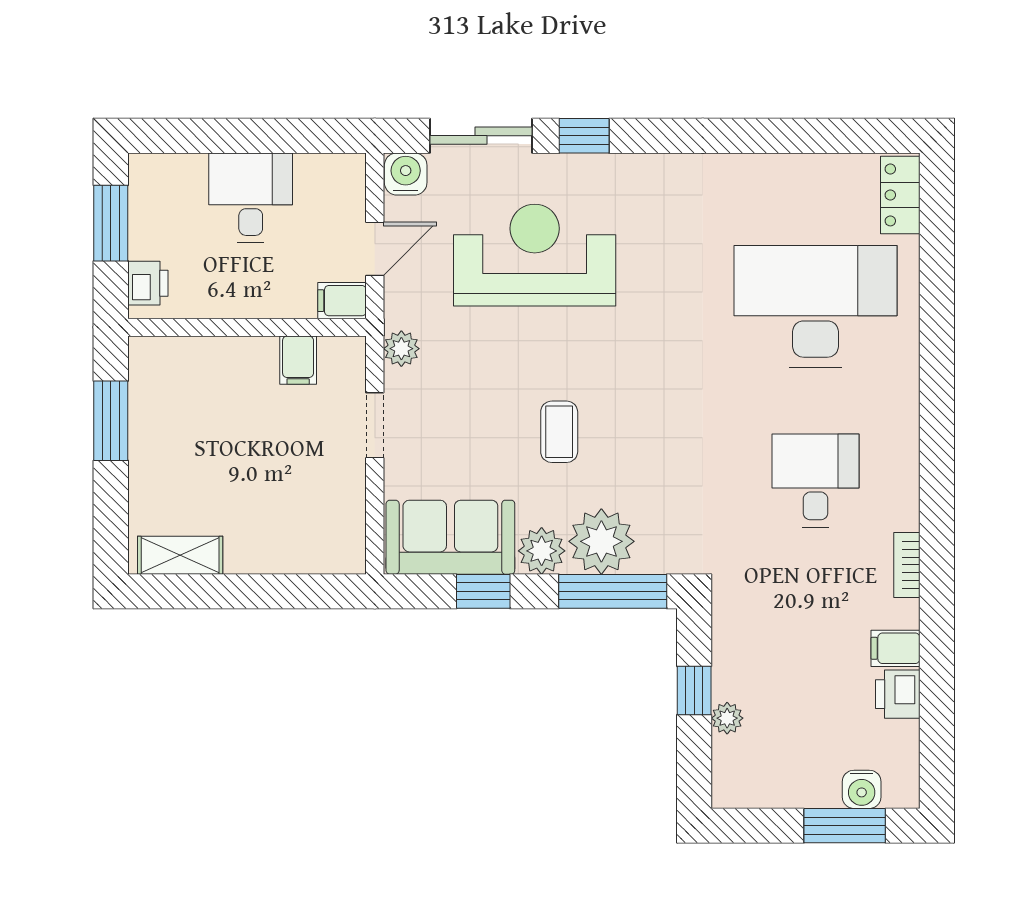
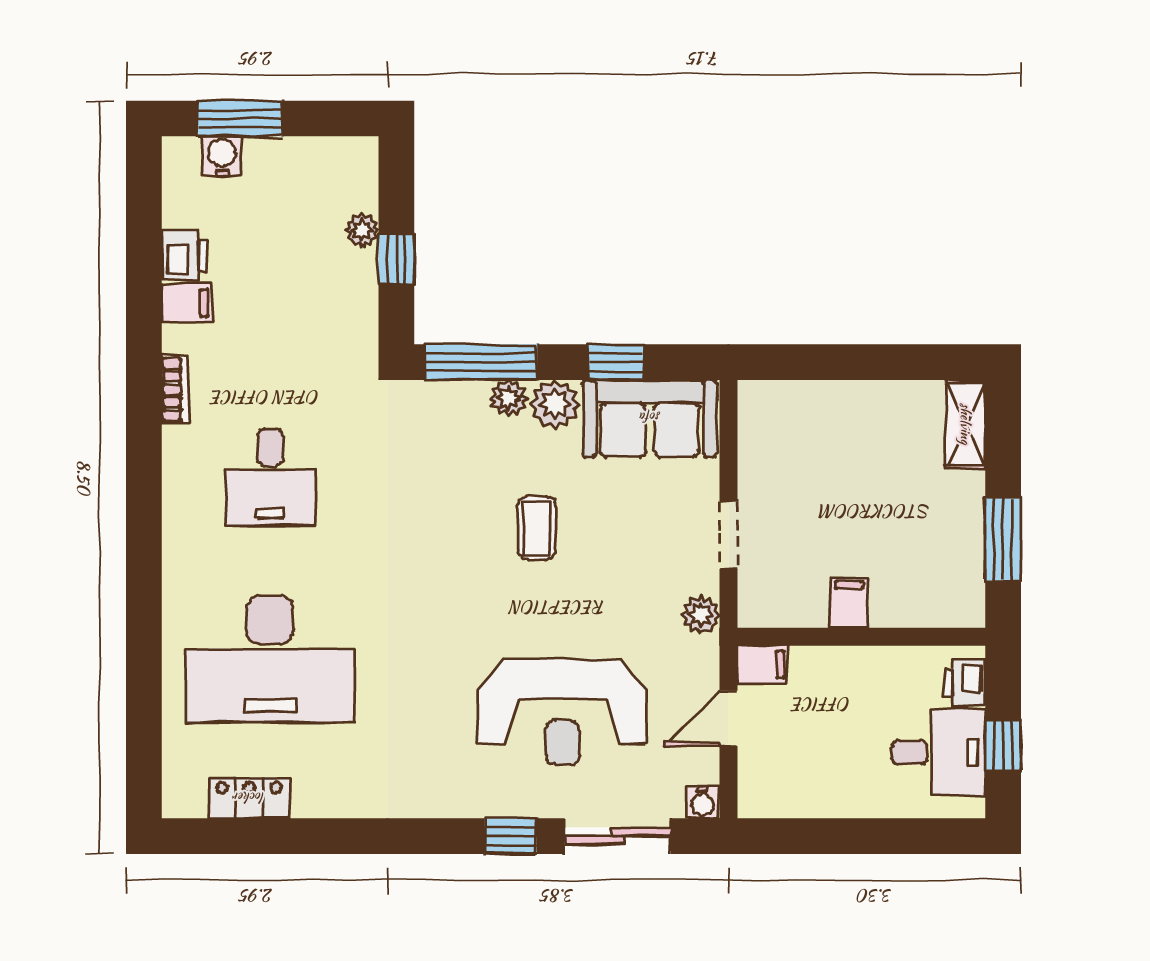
water cooler: (406, 174) -> (702, 802), width x0.72, depth x0.72
locker: (900, 195) -> (249, 798), moved, turned -90
desk: (251, 198) -> (939, 752), moved, turned -90
window: (111, 223) -> (1003, 745), width x0.67
filing cabinet: (298, 360) -> (849, 603), moved
plant: (601, 541) -> (509, 398), width x0.53, depth x0.53
shelving: (180, 555) -> (966, 424), moved, turned 90

